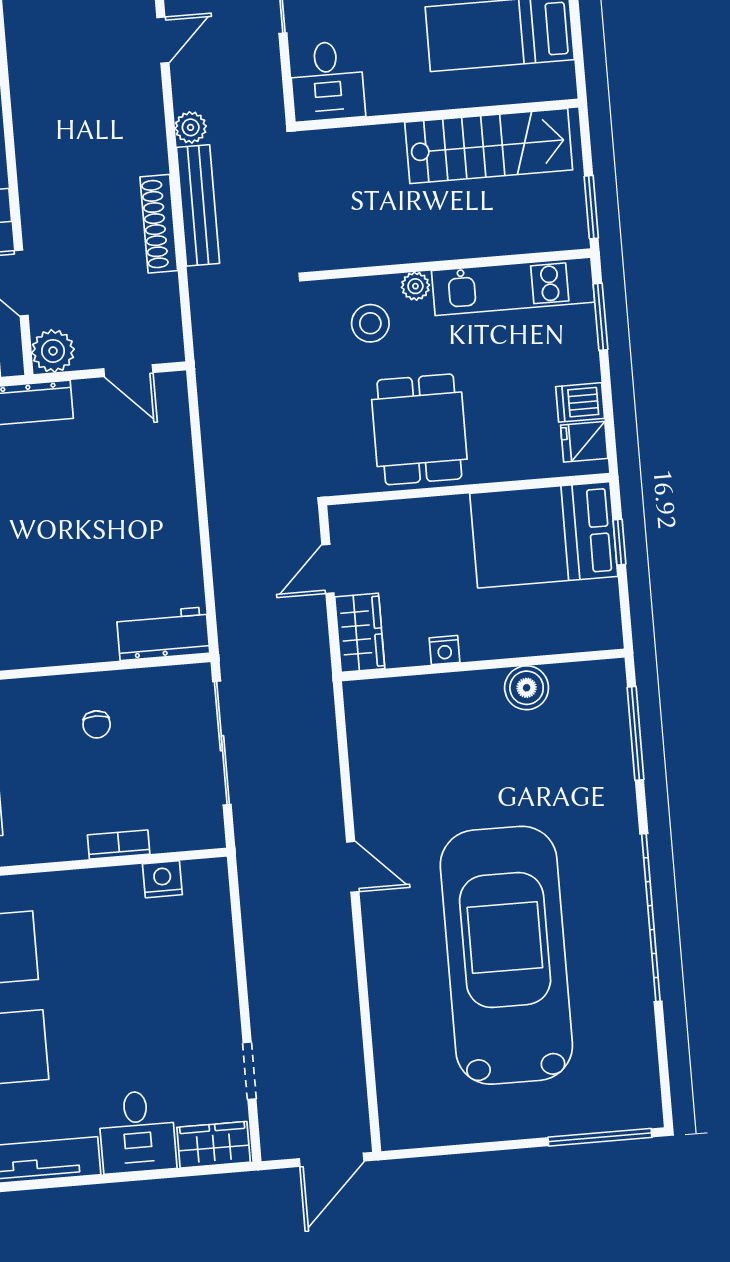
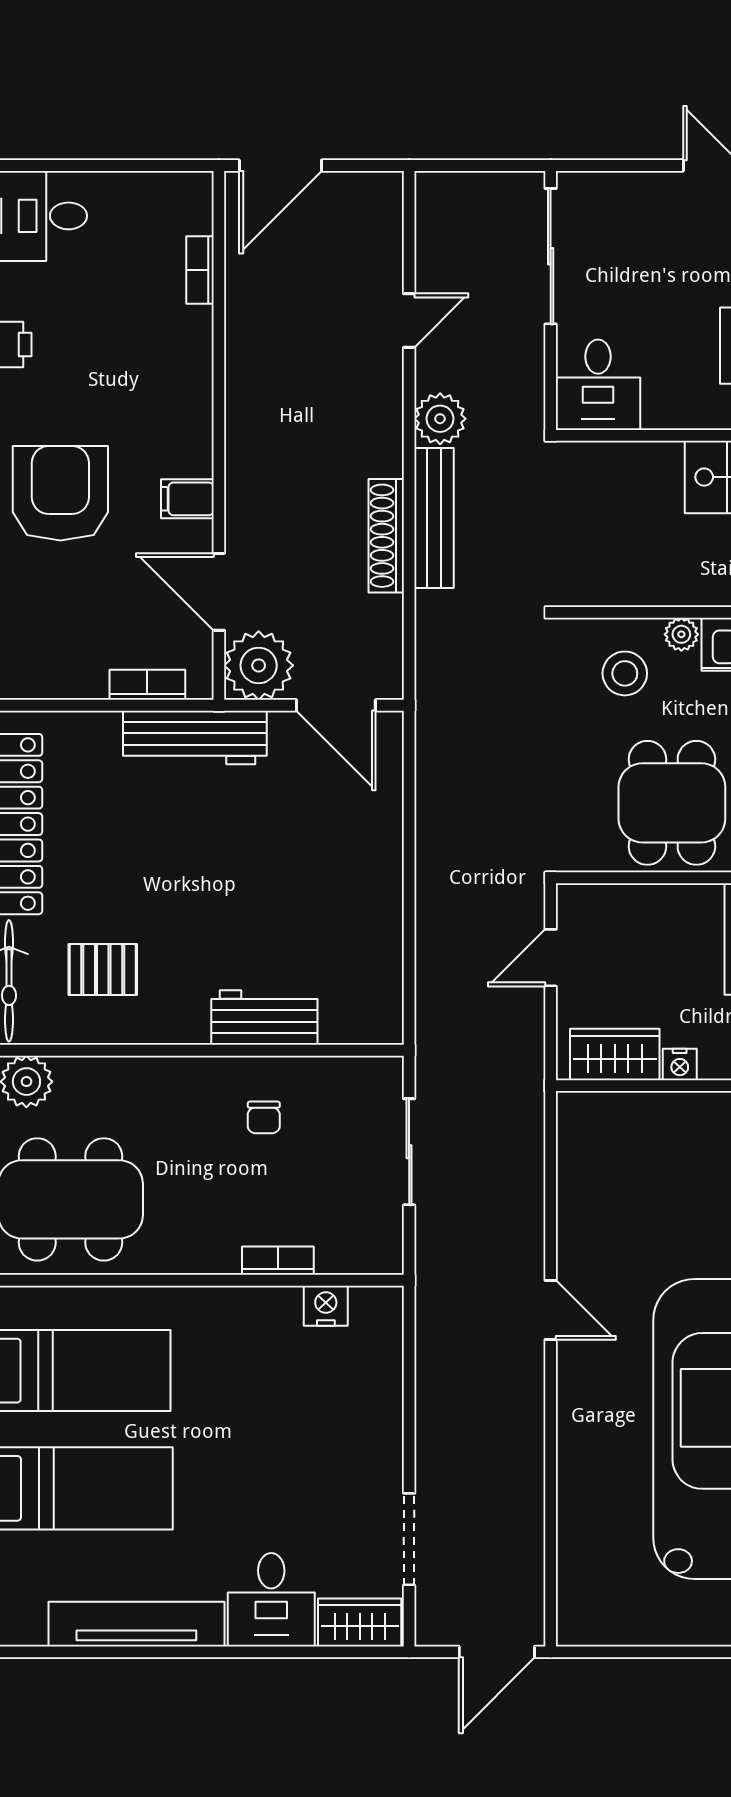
plant: (191, 127) -> (440, 419), width x1.38, depth x1.38
plant: (53, 351) -> (259, 665), width x1.36, depth x1.36
door: (128, 371) -> (336, 705), width x1.38
wardrobe: (360, 633) -> (615, 1054), moved, turned -90
workbench: (163, 634) -> (264, 1018), moved
sliding door: (222, 743) -> (409, 1152), width x0.73
doorway: (249, 1071) -> (409, 1539), width x1.38

